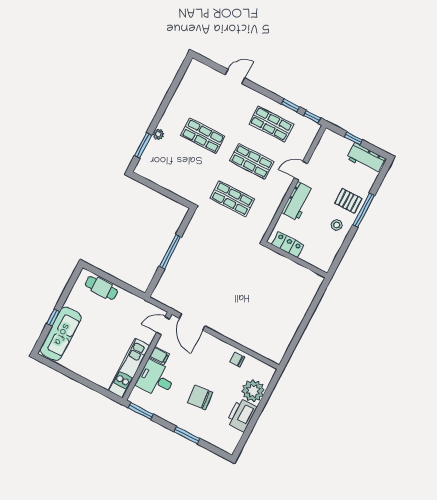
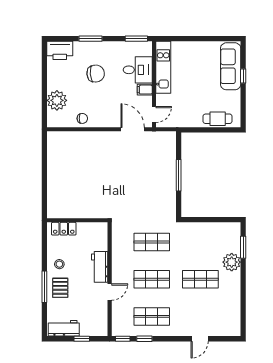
plant: (158, 134) -> (232, 262), width x1.88, depth x1.88
pallet: (348, 201) -> (60, 288), turned 90
locker: (288, 245) -> (64, 229), moved
printer: (241, 415) -> (60, 50), moved, turned 90

